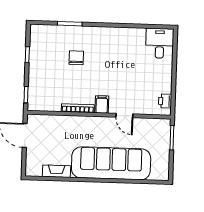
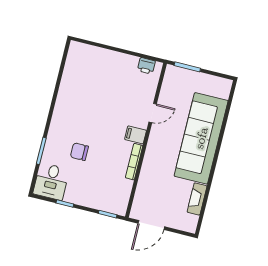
desk: (160, 43) -> (51, 181), moved, turned -90

